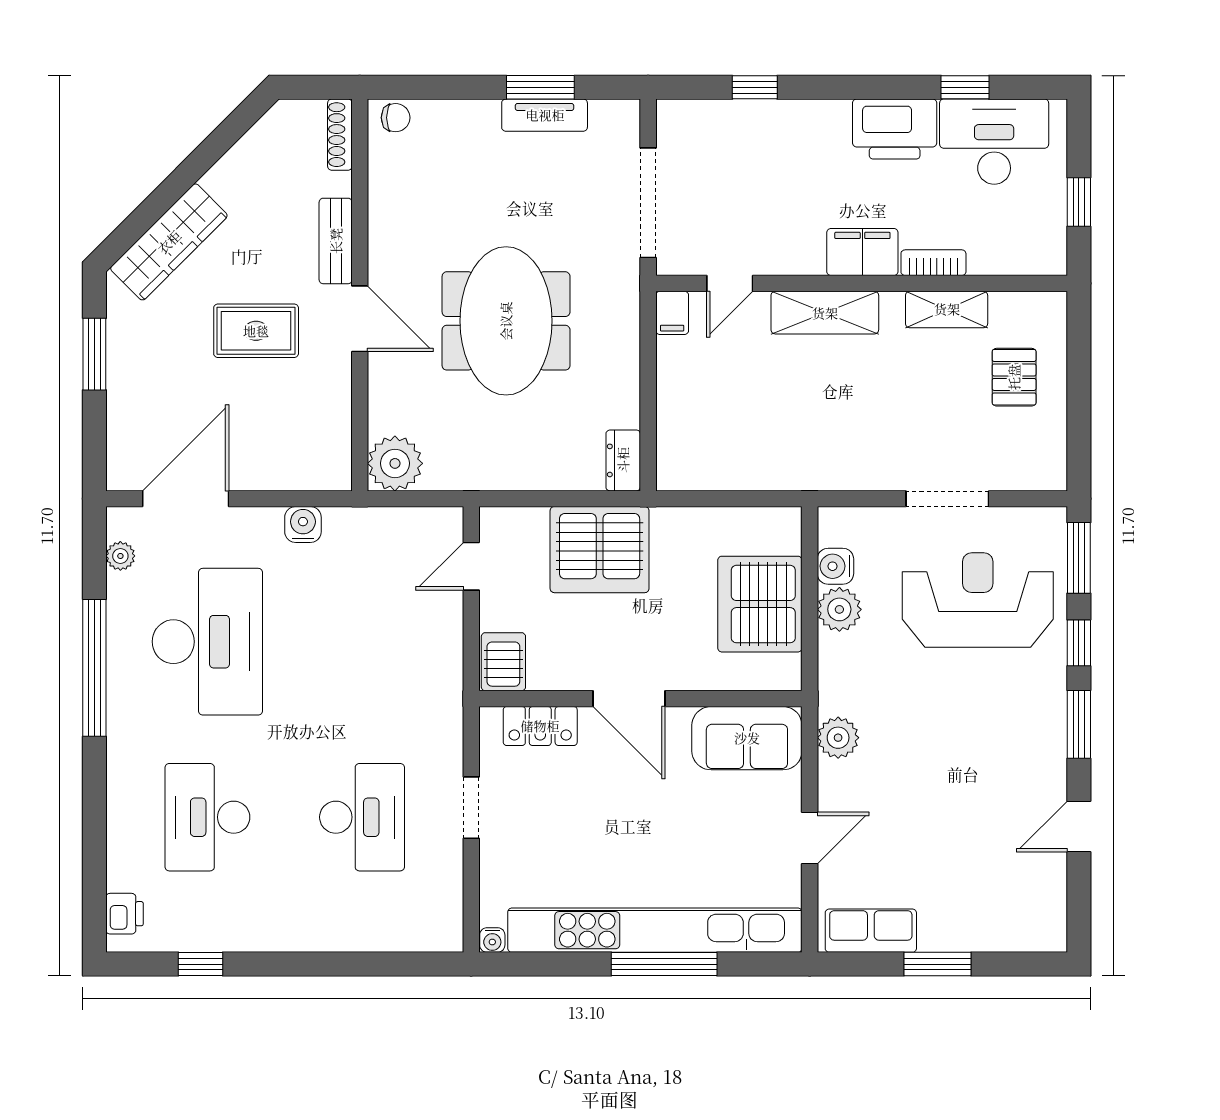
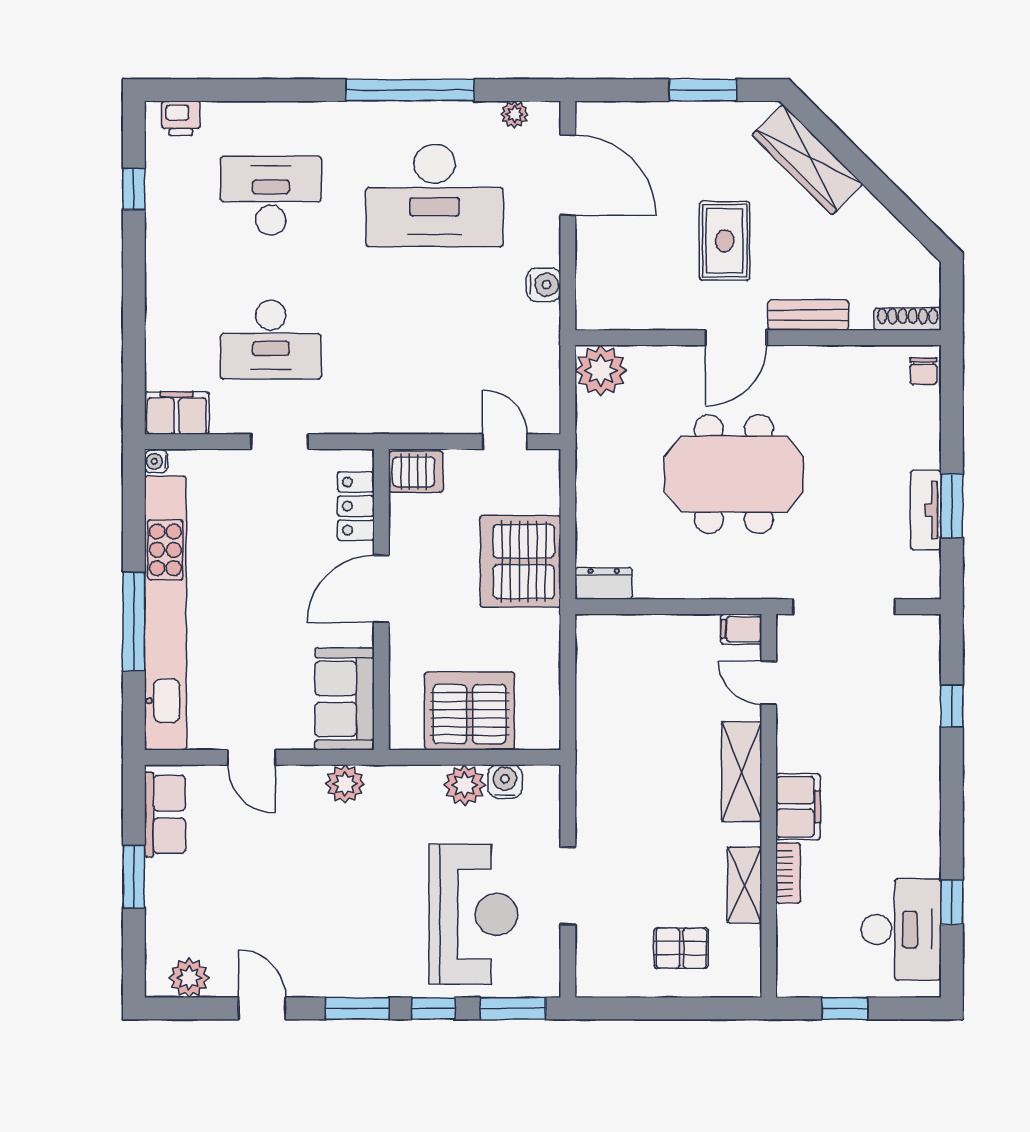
printer: (895, 129) -> (913, 837), removed
plant: (1046, 905) -> (189, 978), added
filing cabinet: (441, 918) -> (177, 413), added

